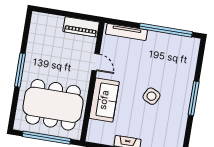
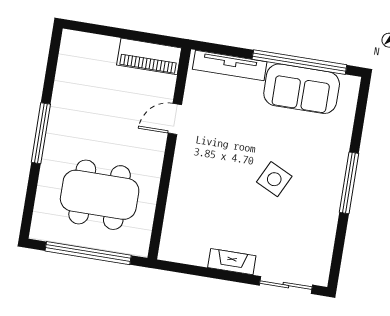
door: (96, 62) -> (175, 119), swing flipped
sofa: (104, 100) -> (302, 89), moved, turned 90
dining table: (53, 105) -> (100, 195), width x0.73, depth x0.80

